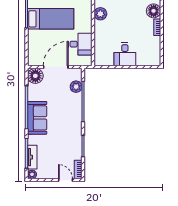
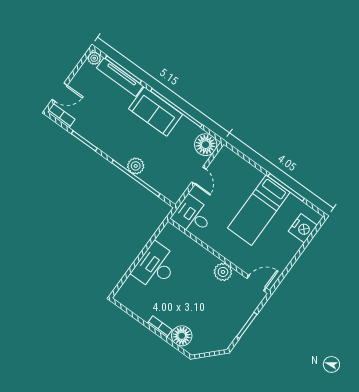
desk: (80, 44) -> (193, 216), moved, turned 90
desk: (125, 54) -> (155, 266), width x1.37
door: (56, 67) -> (199, 176), width x0.53
plant: (76, 87) -> (136, 166), moved
tv unit: (32, 157) -> (120, 77), width x1.41

